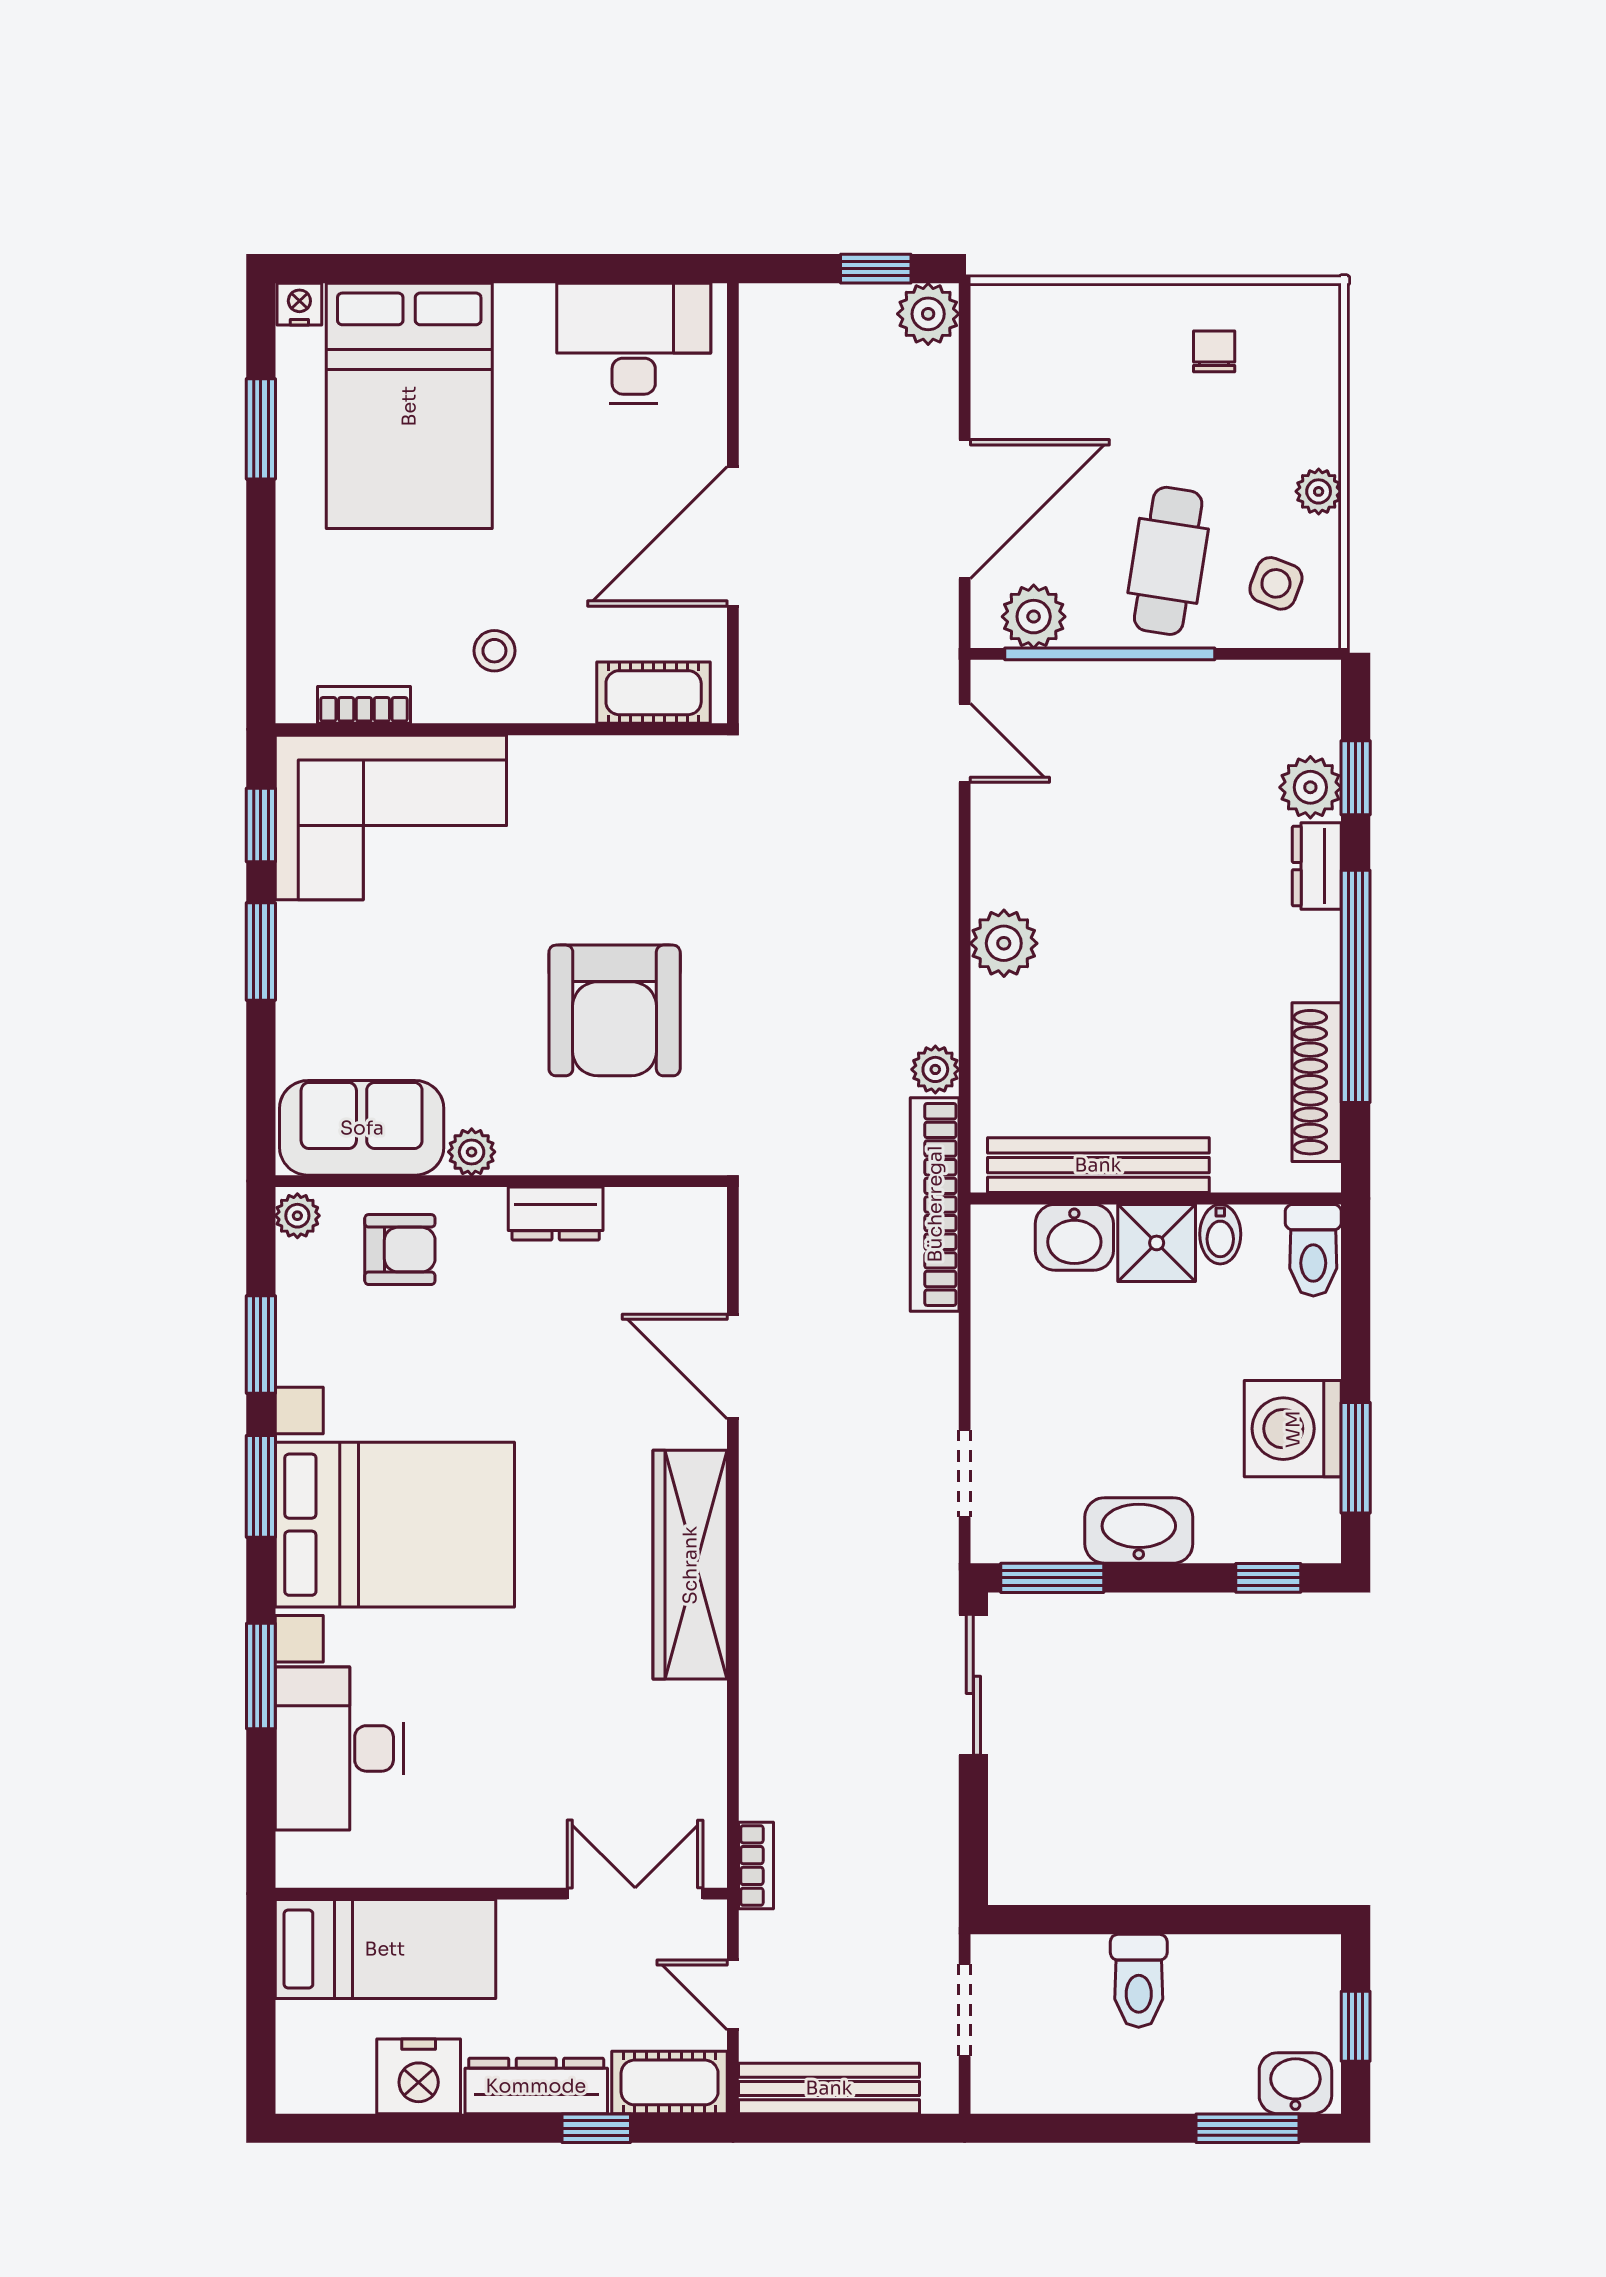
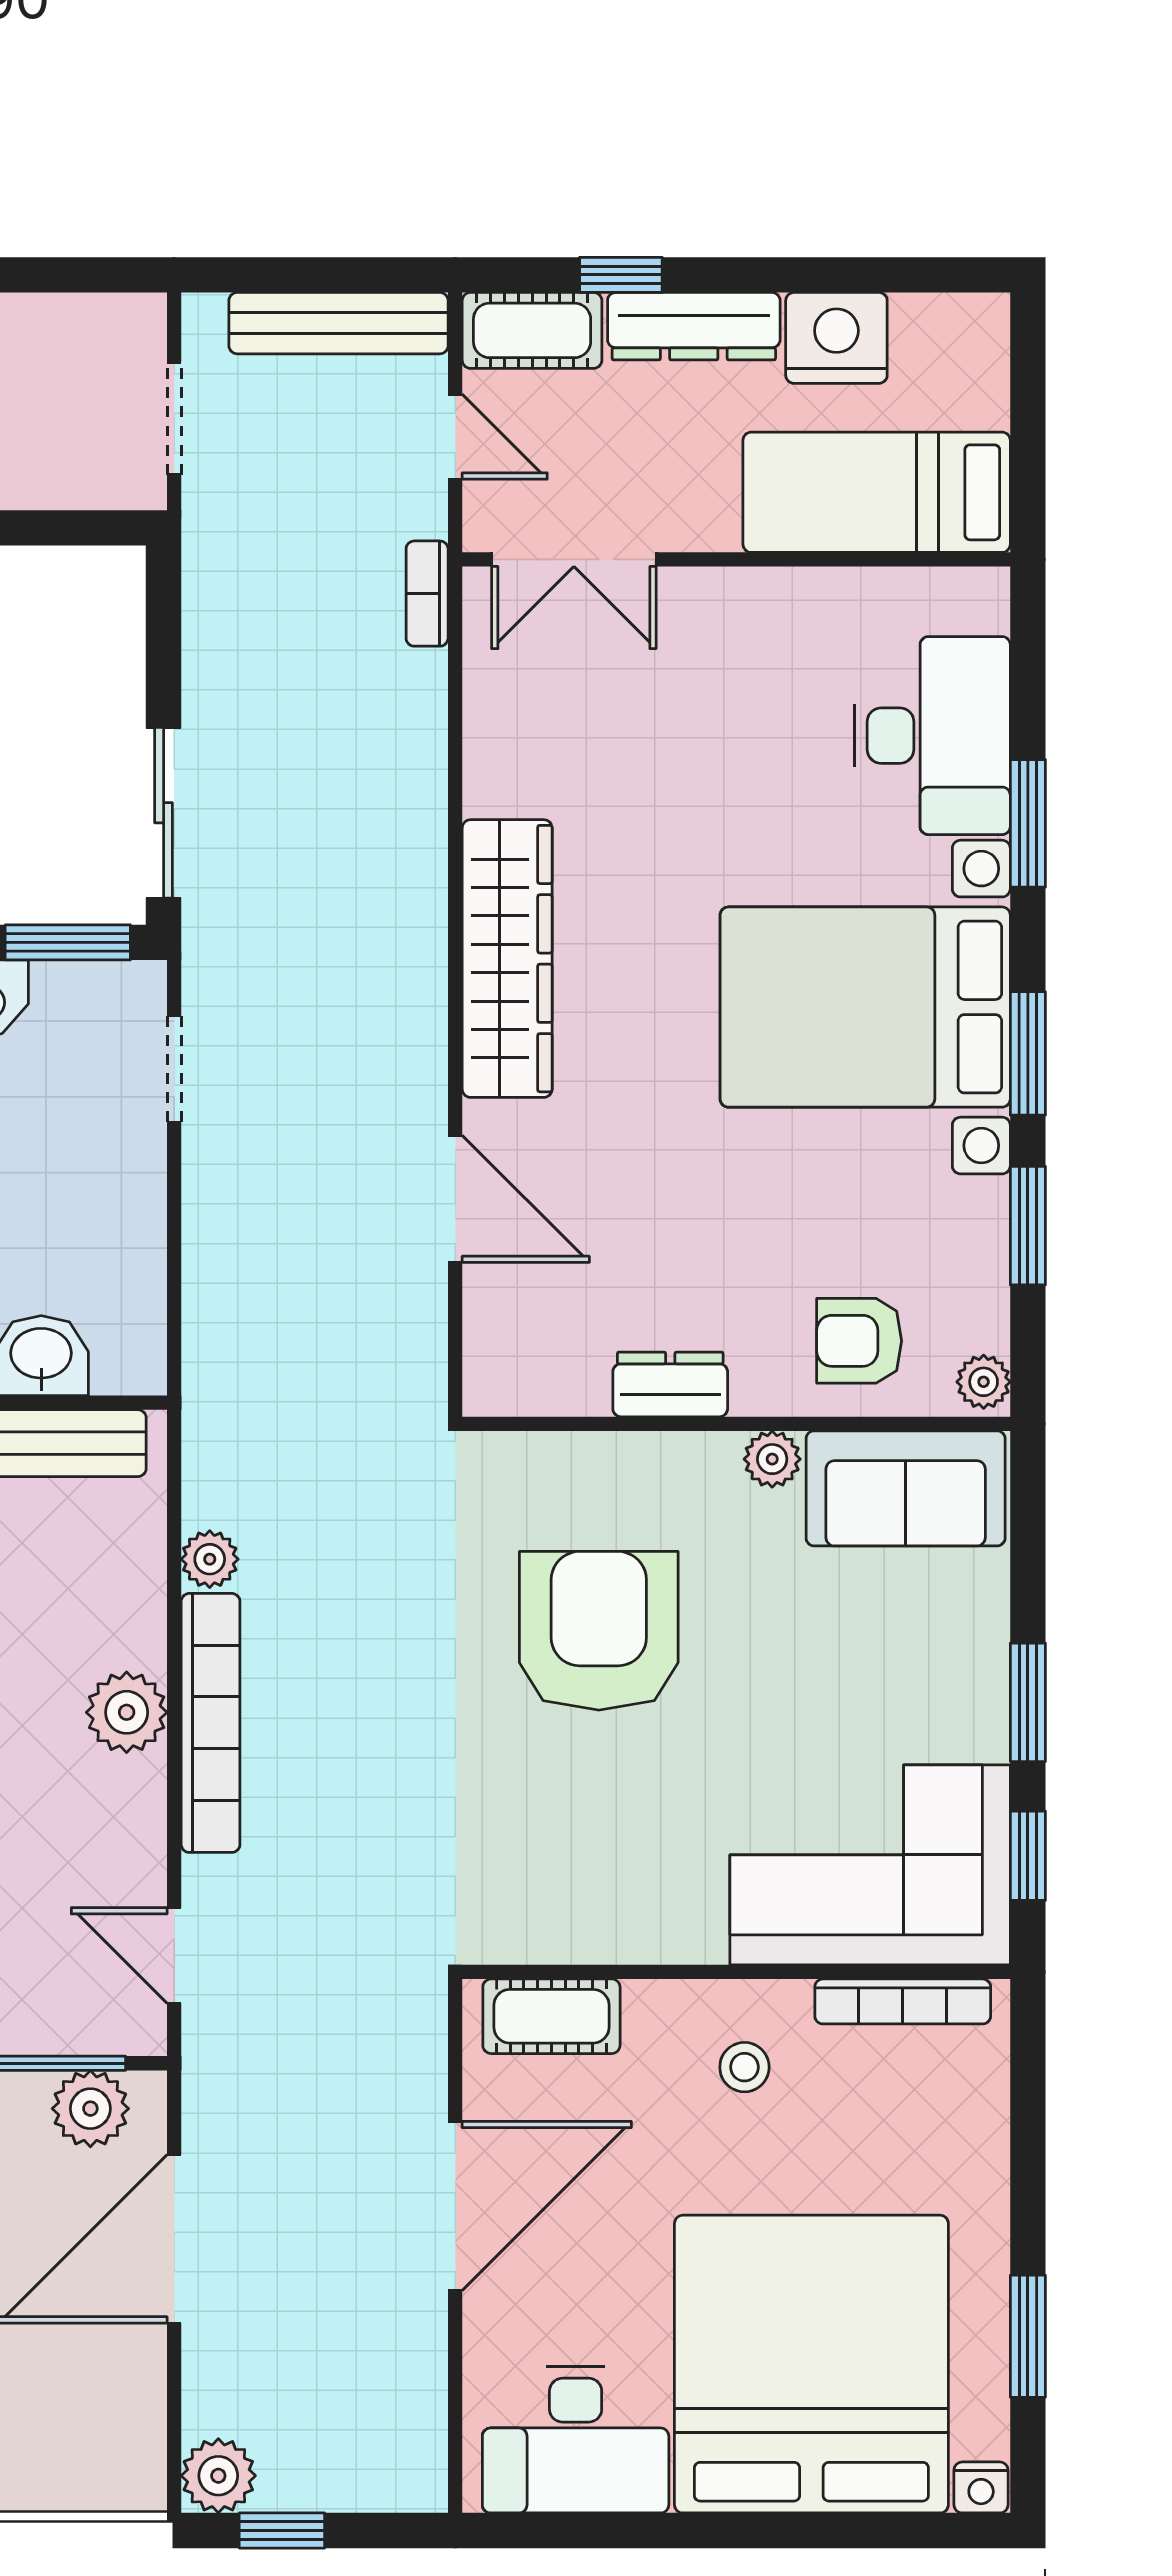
bed: (409, 406) -> (811, 2364), width x1.36
bookcase: (364, 705) -> (903, 2001), width x1.56
bookcase: (935, 1204) -> (211, 1723), moved

